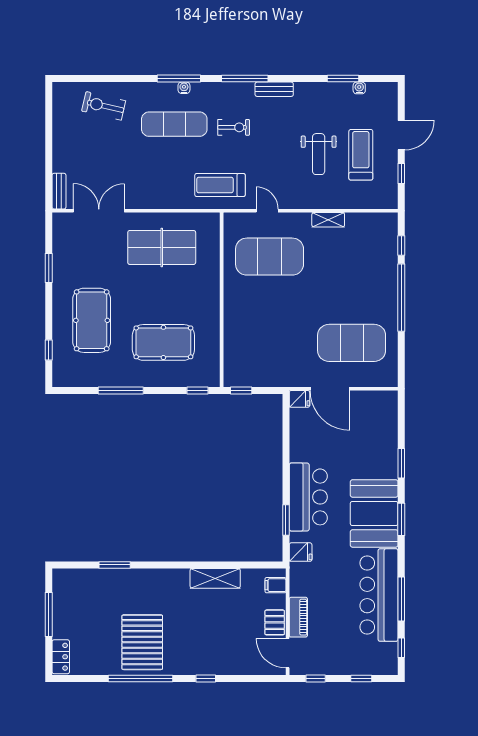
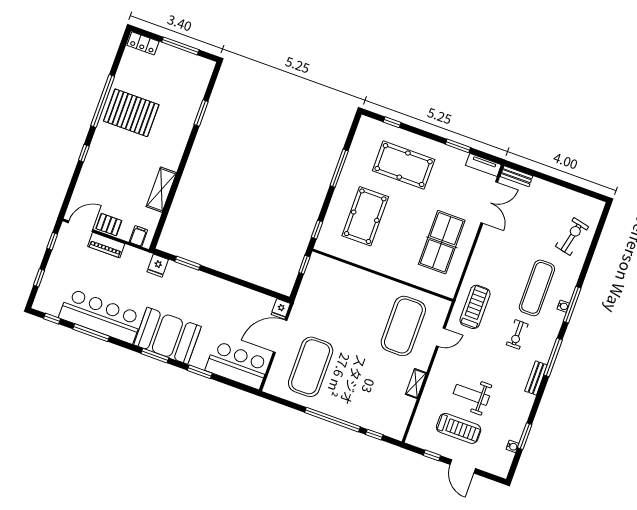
tv unit: (60, 232) -> (483, 165), added
bar counter: (308, 497) -> (237, 365), moved, turned 180

